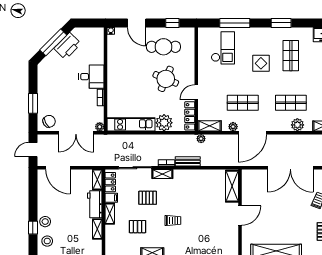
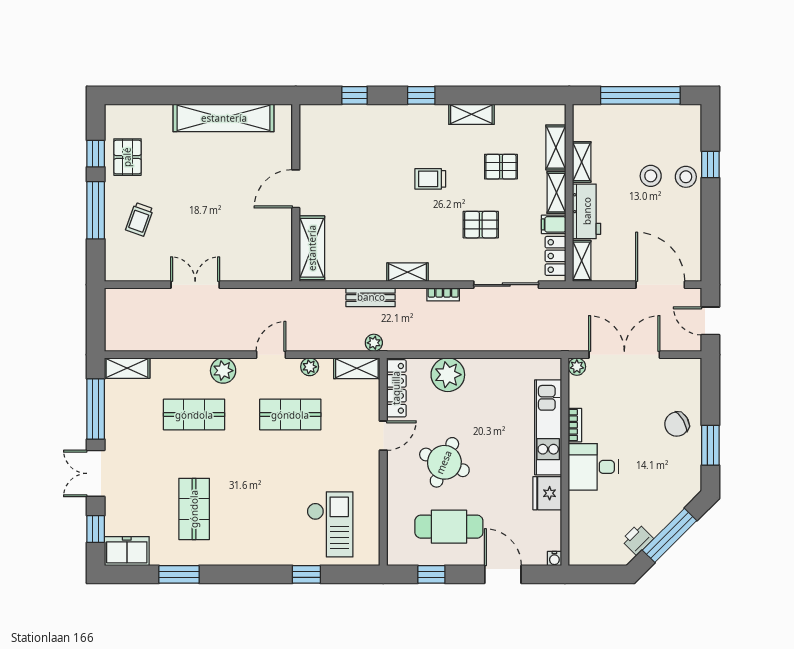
window: (235, 23) -> (306, 574), width x0.46
window: (281, 23) -> (179, 574), moved
printer: (67, 46) -> (637, 539), width x0.53, depth x0.68
checkout: (223, 48) -> (330, 524), turned 180
fridge: (114, 63) -> (547, 493), added
display table: (261, 63) -> (254, 494), removed
window: (33, 103) -> (710, 445), moved
chair: (49, 121) -> (677, 424), moved
kitchen unit: (131, 124) -> (548, 427), moved, turned 90
plant: (297, 125) -> (223, 371), moved
door: (252, 133) -> (271, 355), width x0.53
door: (33, 150) -> (710, 321), swing flipped
bench: (188, 161) -> (371, 297), moved
double door: (290, 168) -> (195, 285), width x0.54
shelving: (162, 174) -> (408, 272), moved
shelving: (110, 236) -> (556, 147), added
stool: (47, 241) -> (651, 176), moved

